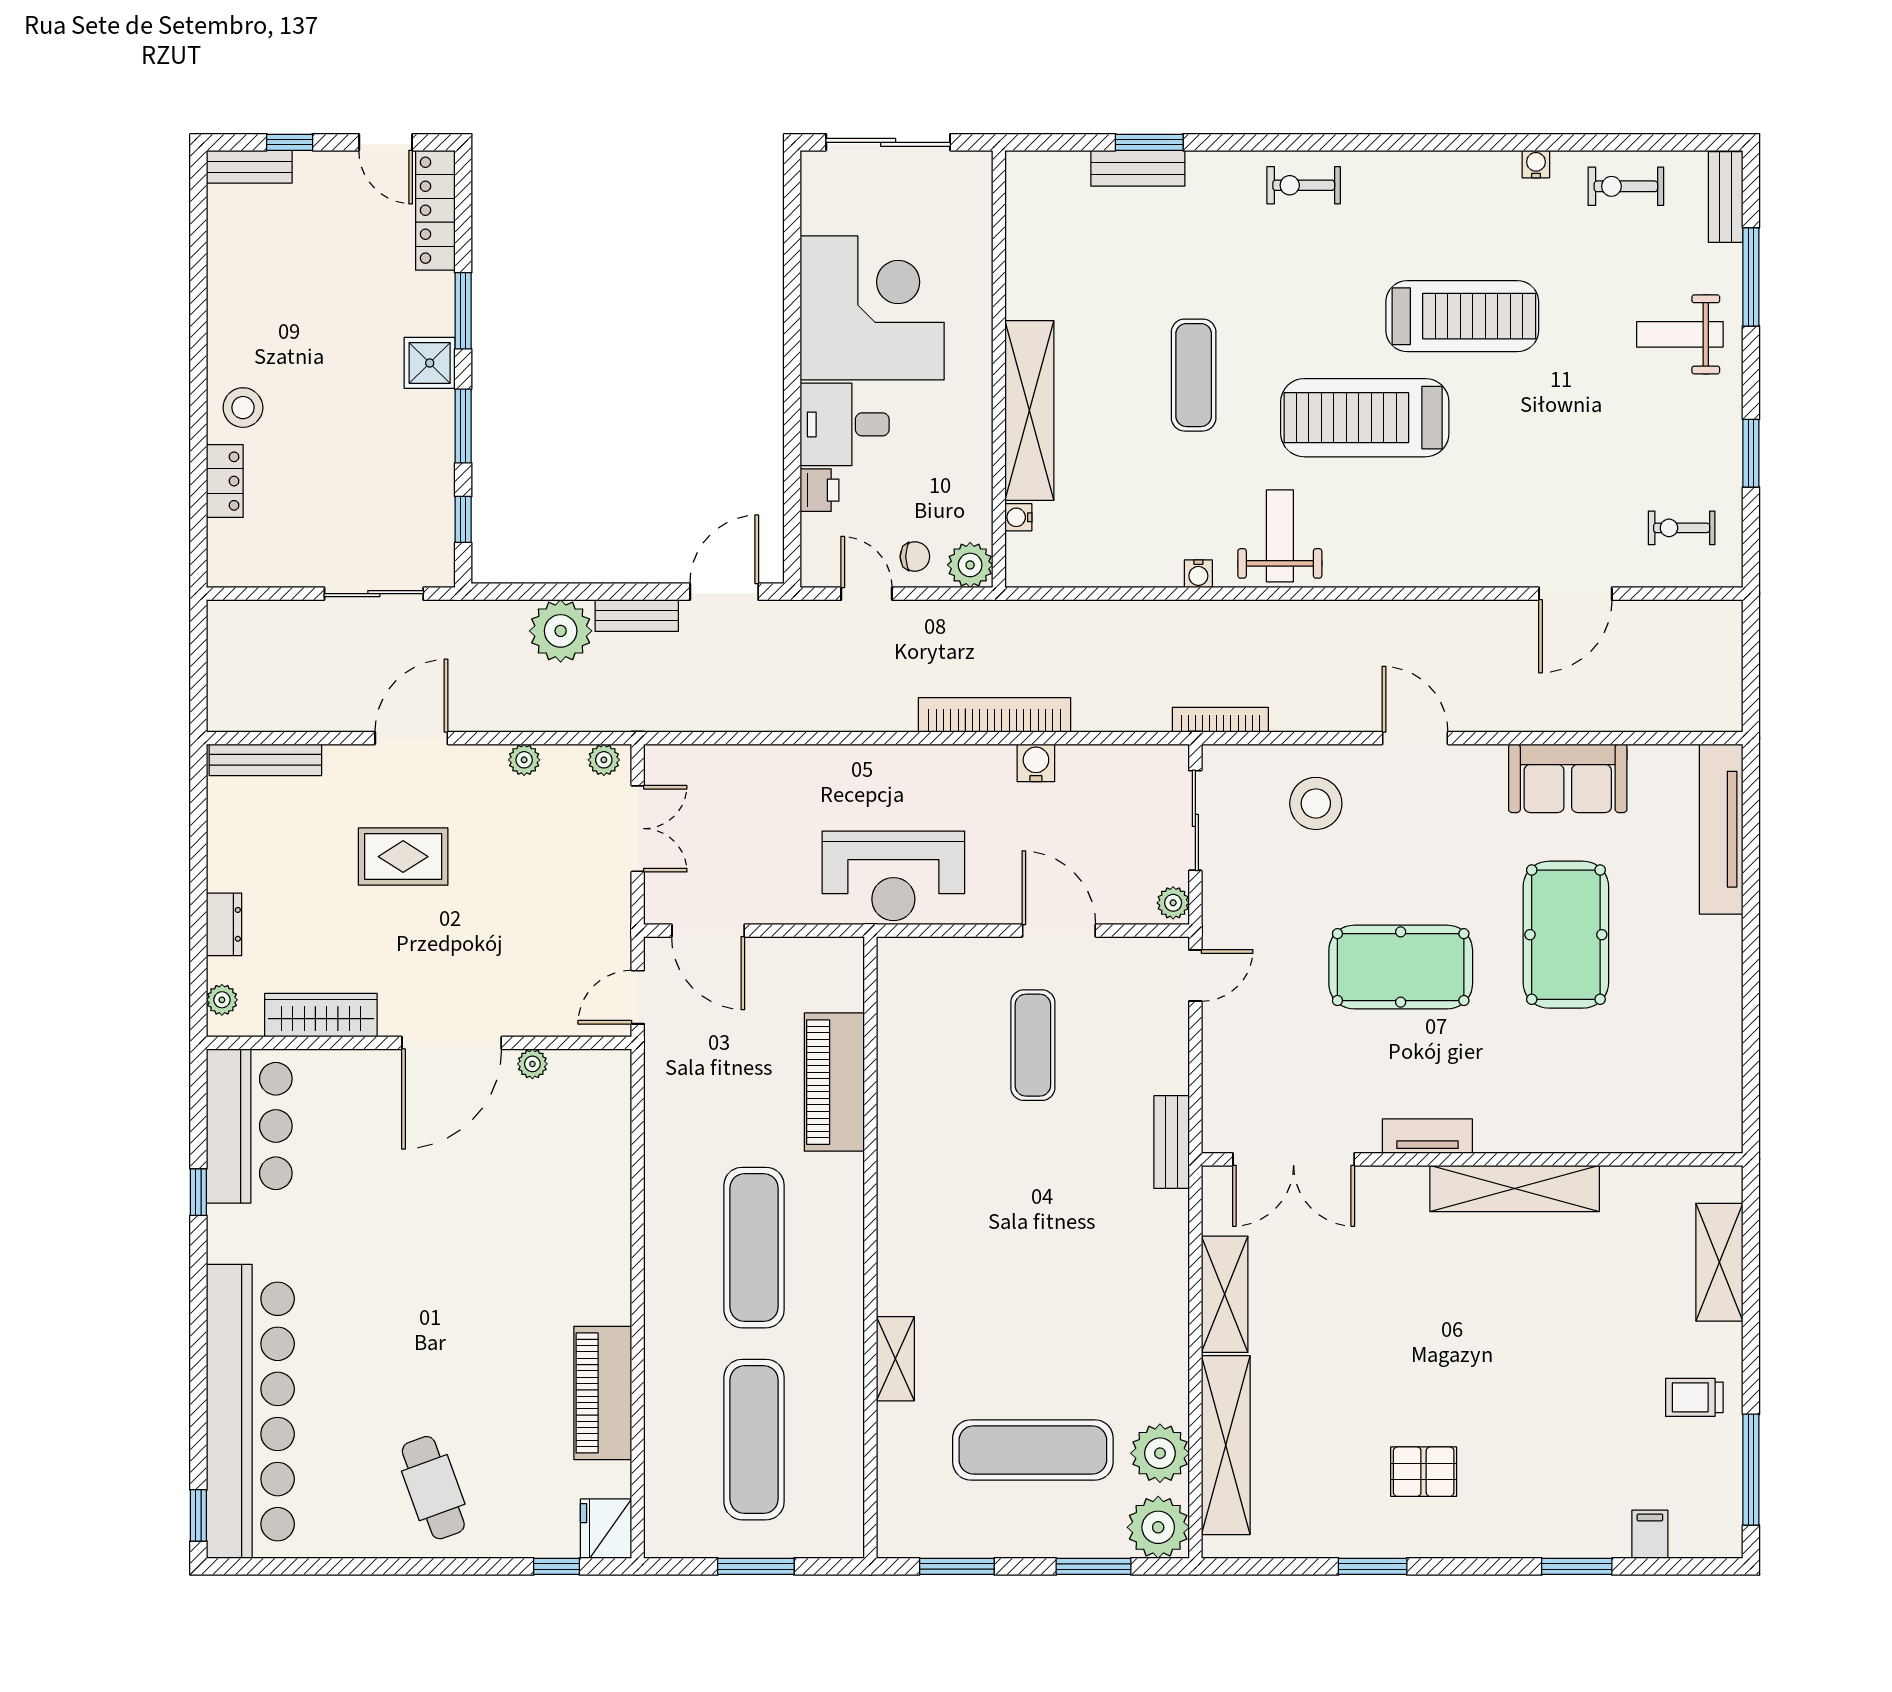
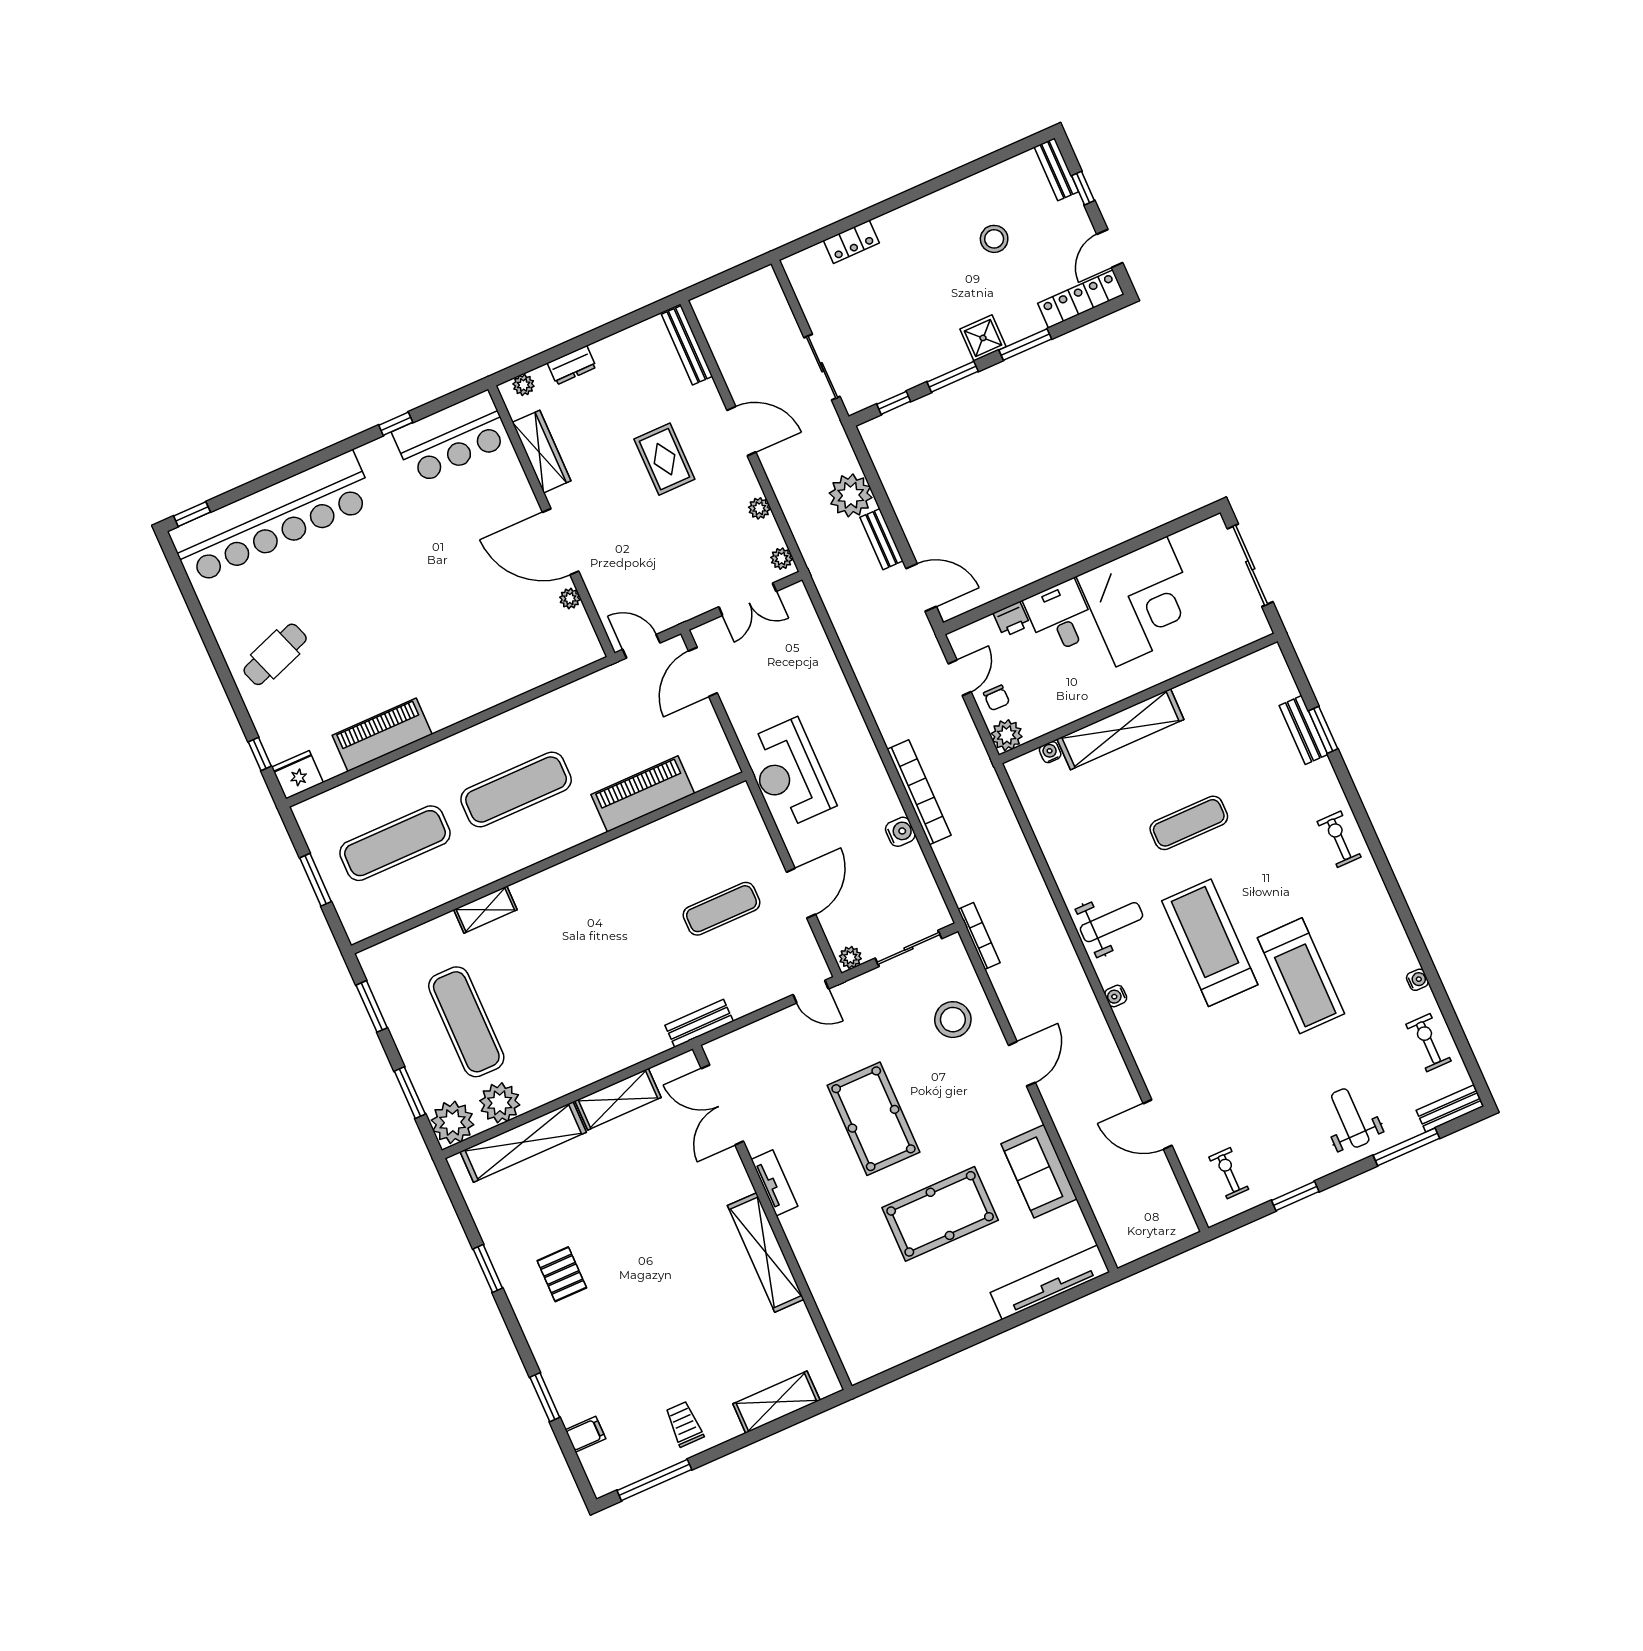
stool: (243, 408) -> (994, 239), moved
water cooler: (1198, 574) -> (1116, 996), moved

